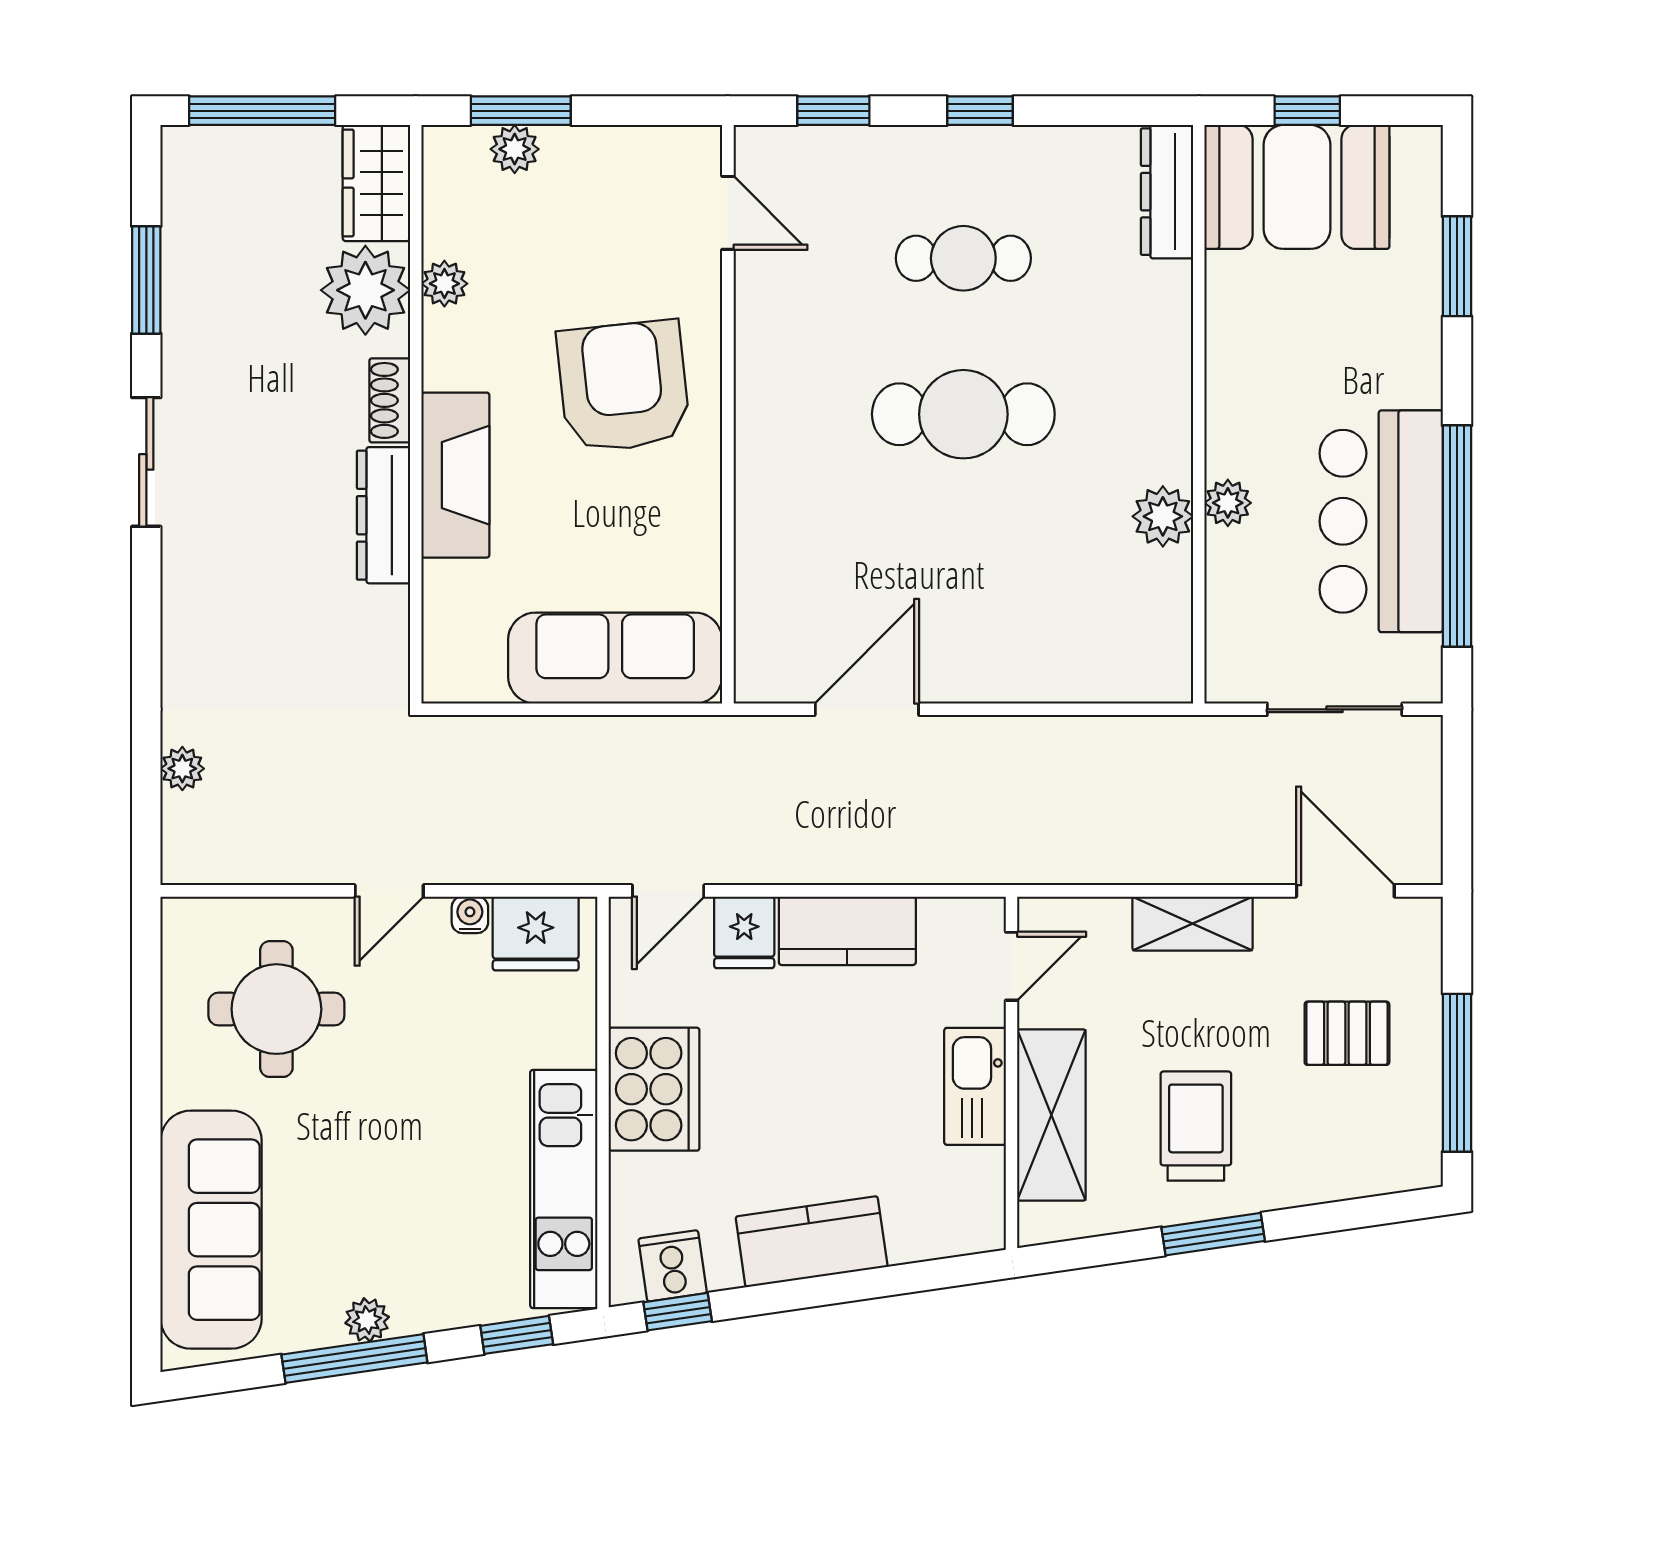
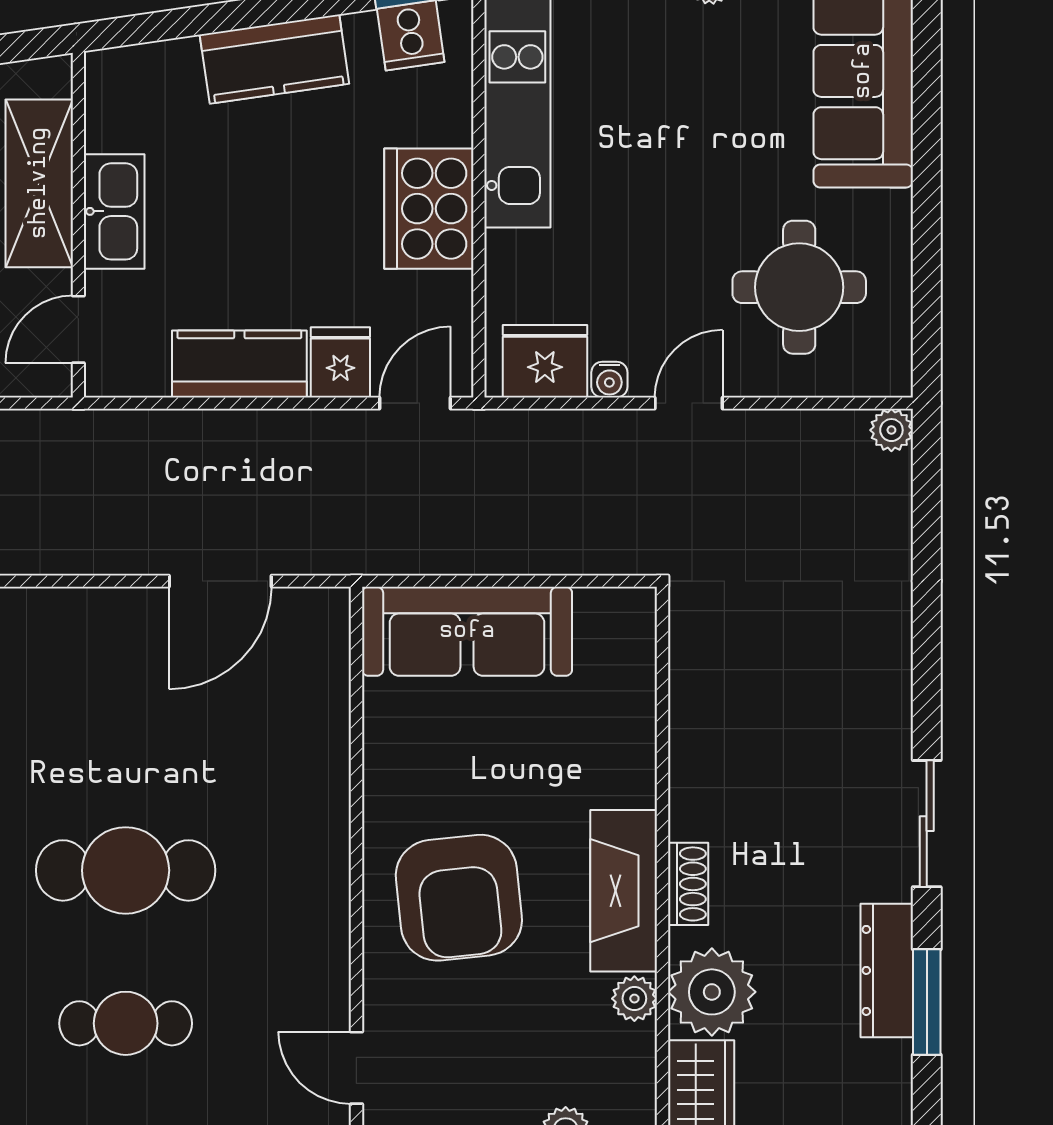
fireplace: (455, 475) -> (624, 891), moved
dresser: (383, 515) -> (887, 970), moved, turned 180
plant: (182, 769) -> (891, 430), moved

